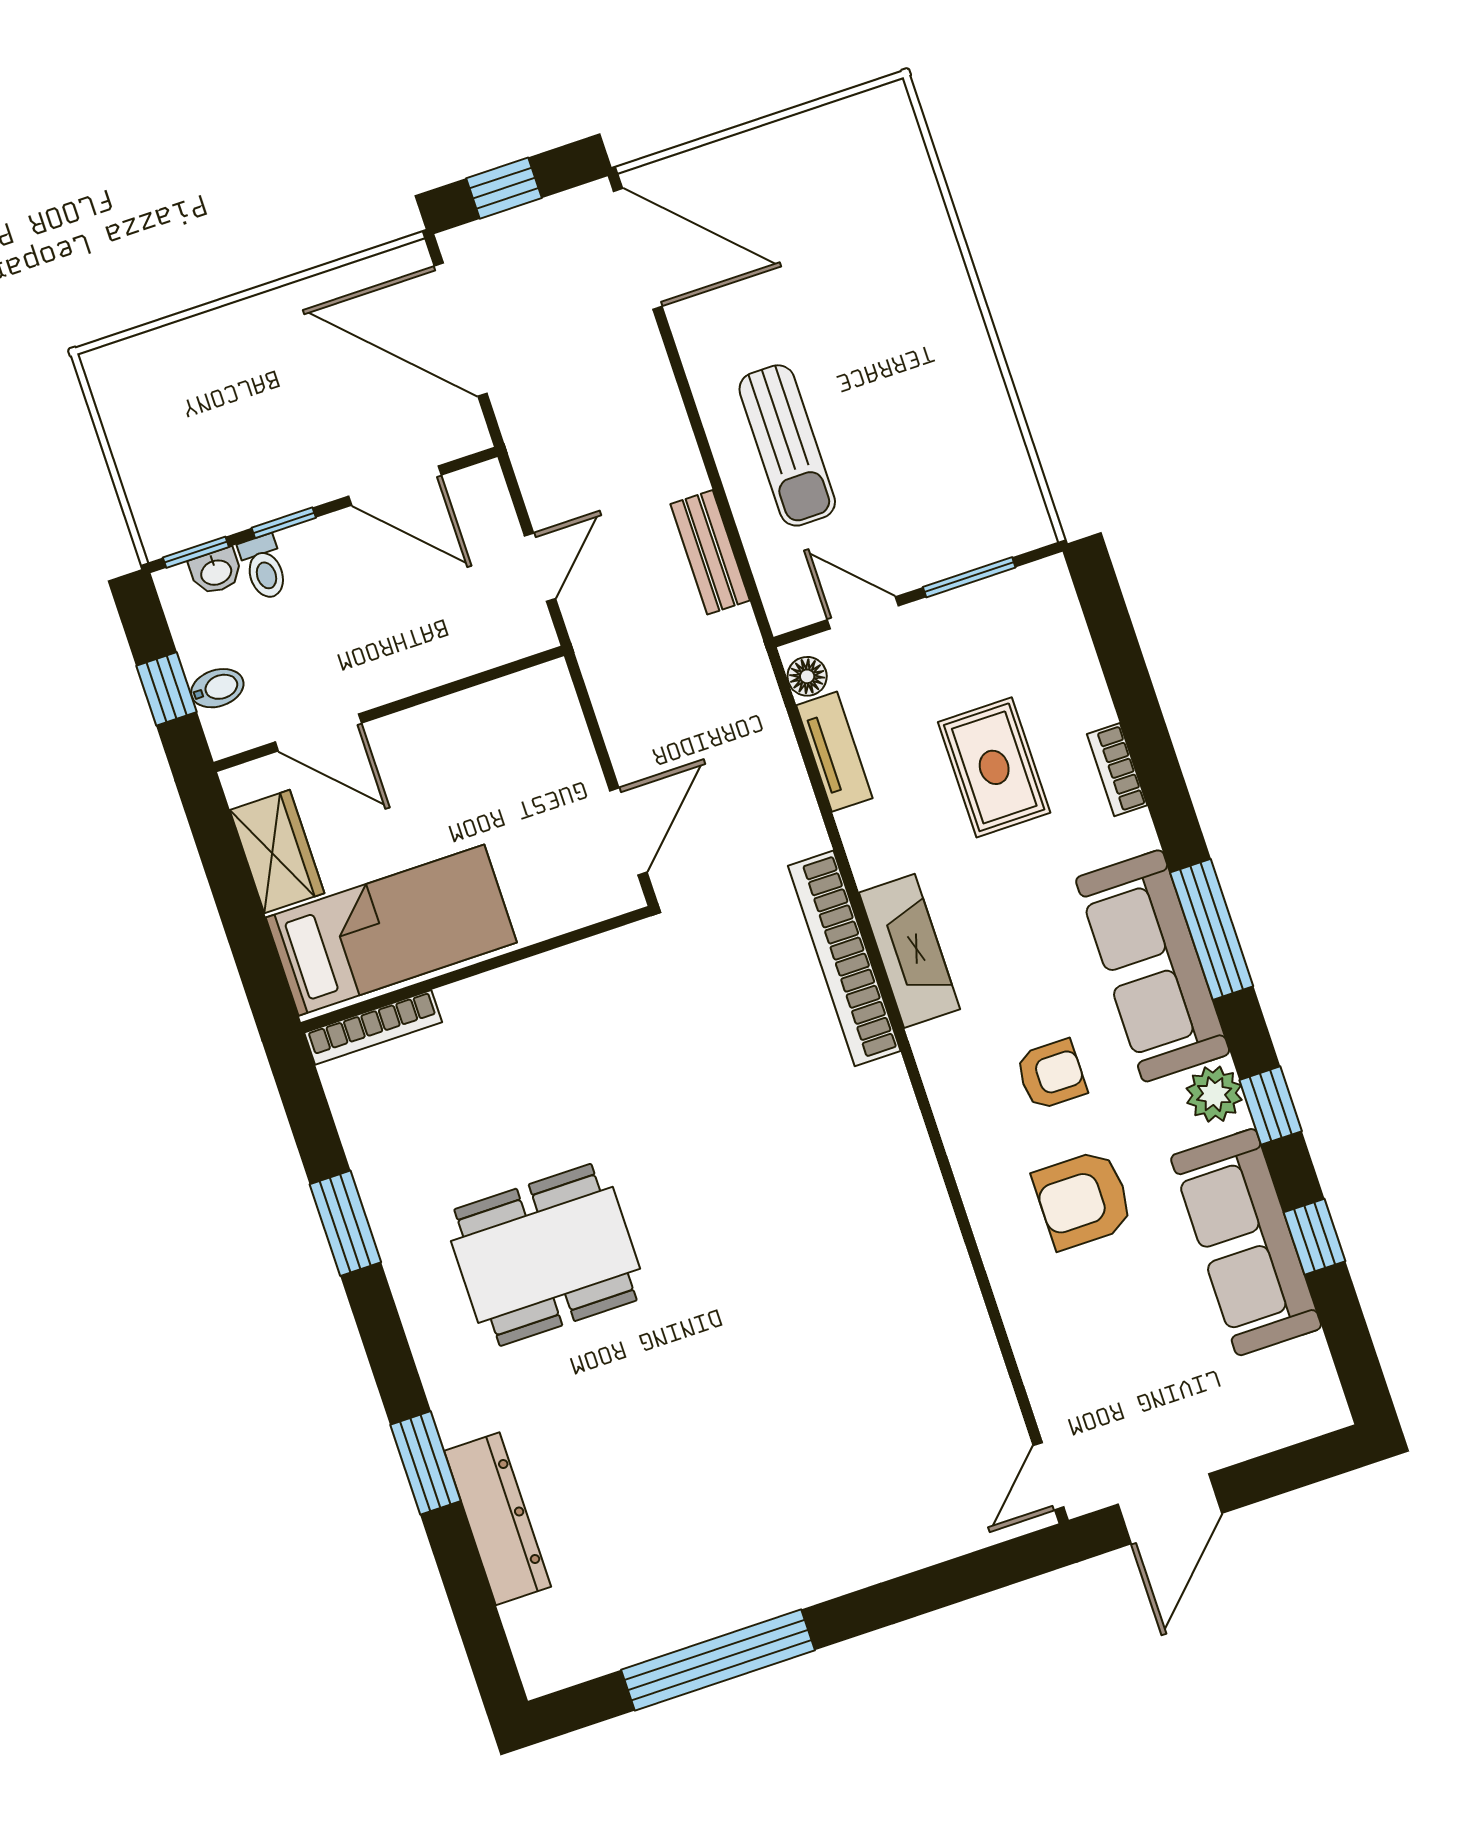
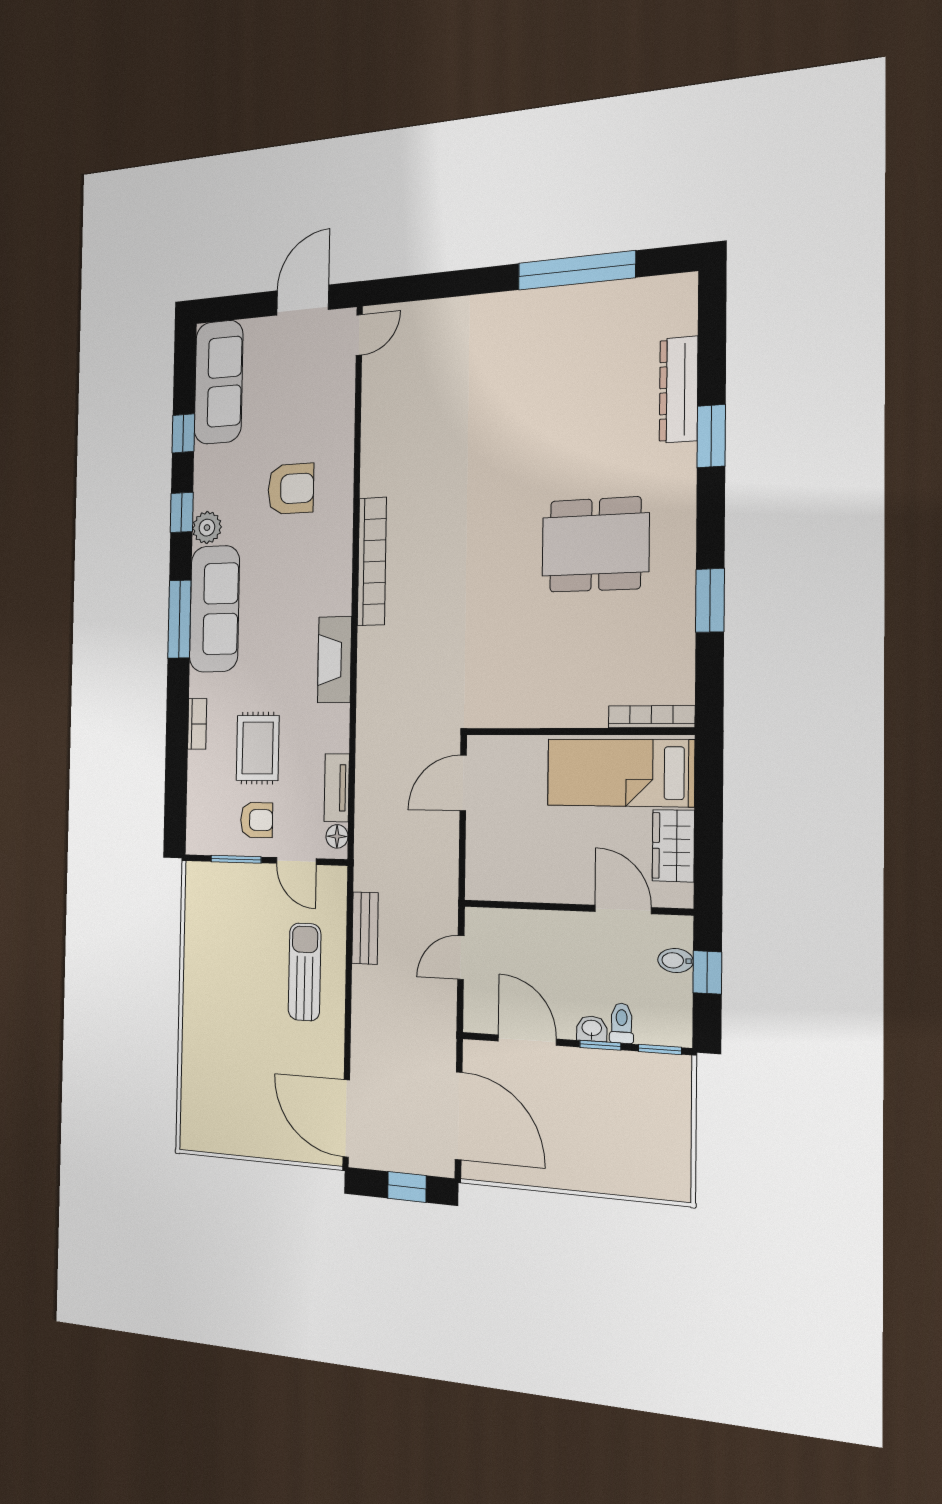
washbasin: (216, 571) -> (592, 1029), moved
bookcase: (844, 958) -> (372, 561), moved
armchair: (1051, 1075) -> (257, 820), moved, turned 180
sofa: (1246, 1242) -> (219, 382), moved

